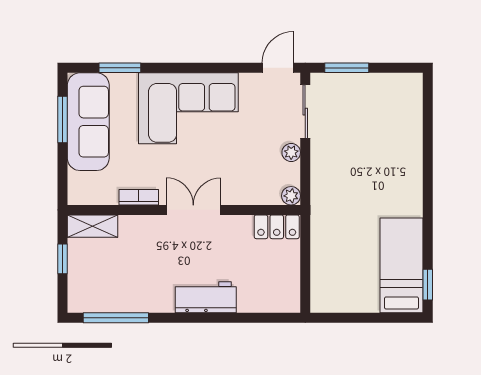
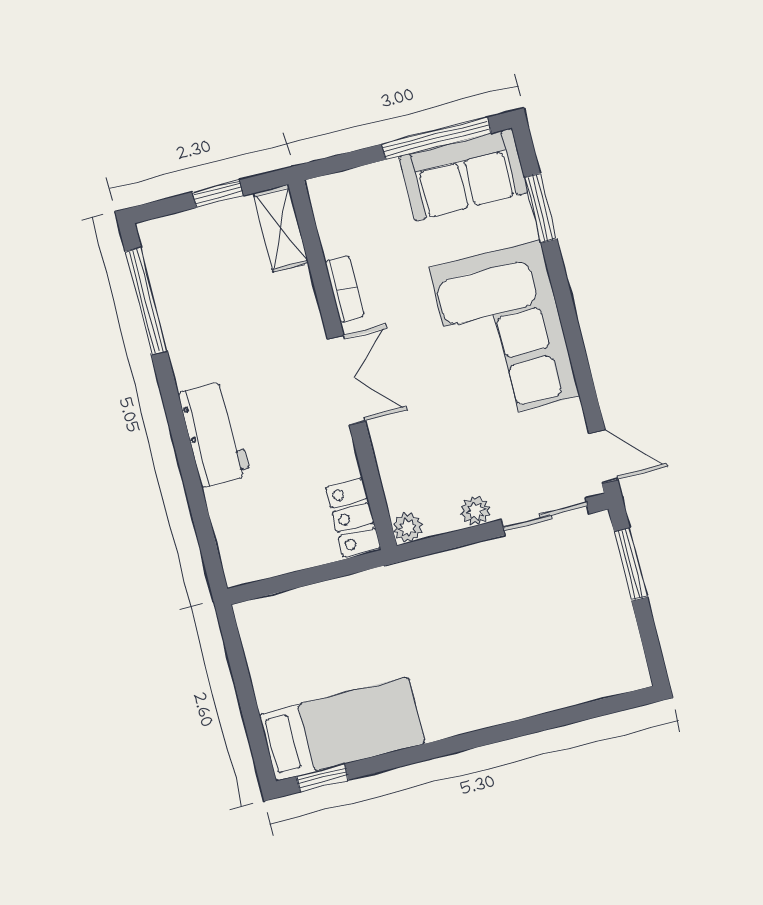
window: (63, 120) -> (437, 139), width x1.44
sofa: (88, 122) -> (464, 175), width x0.73

